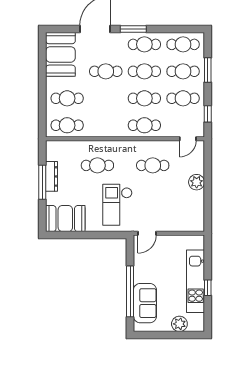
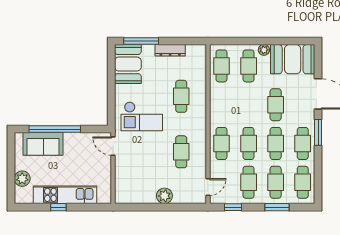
plant: (51, 83) -> (264, 50), added
door: (188, 139) -> (208, 187), swing flipped
window: (42, 182) -> (141, 41), moved
checkout: (117, 205) -> (142, 116), turned 180

